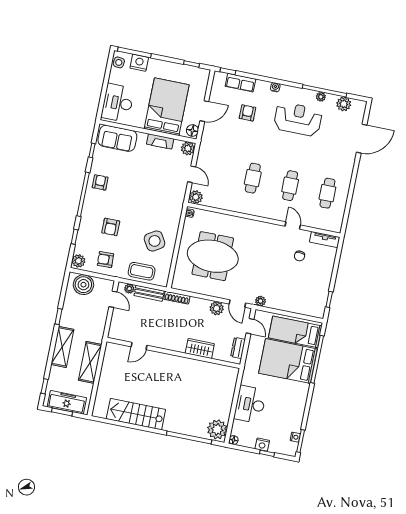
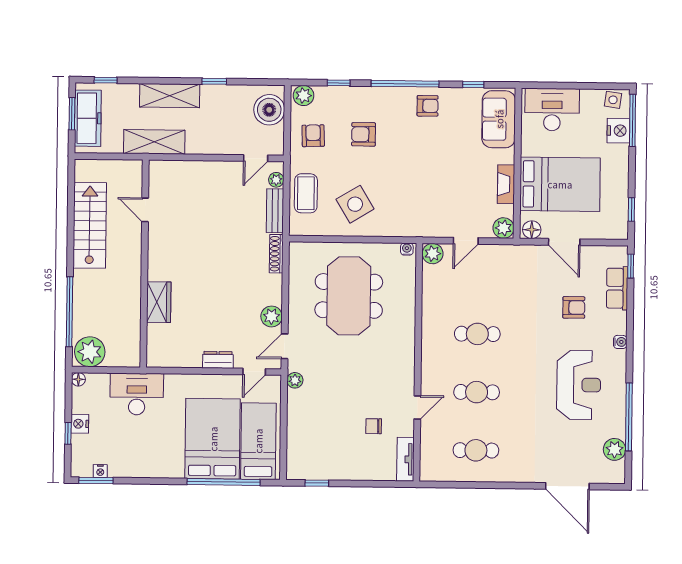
plant: (321, 97) -> (619, 413), removed
door: (139, 346) -> (145, 210), moved
wardrobe: (200, 348) -> (159, 302), moved
wall: (173, 353) -> (144, 264), moved

